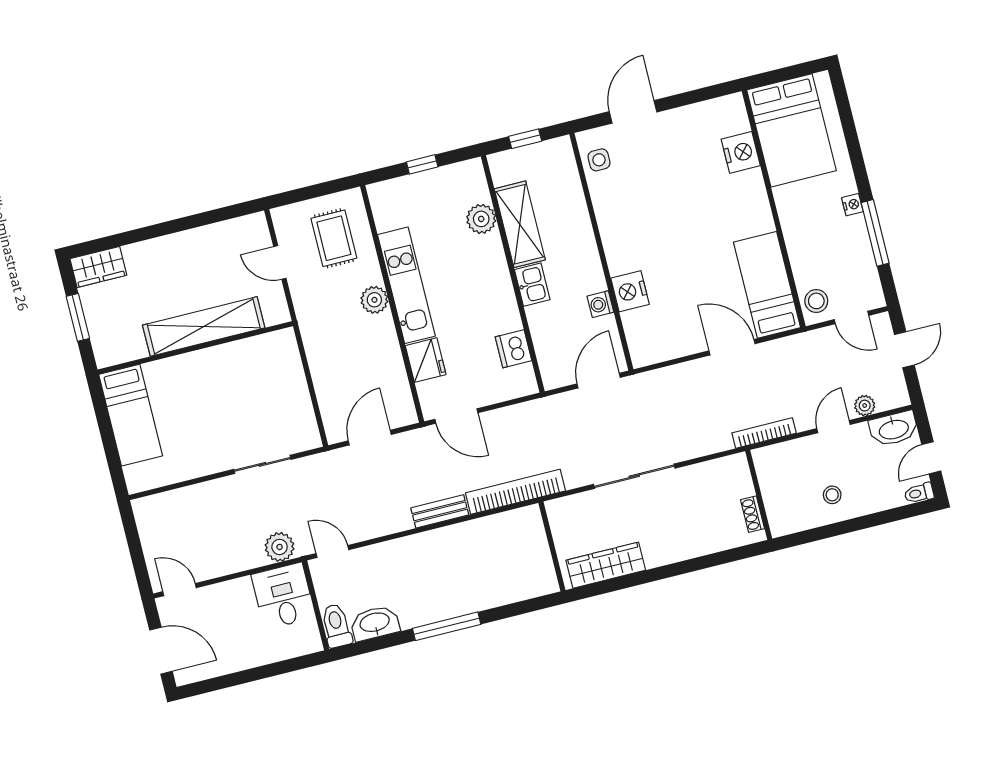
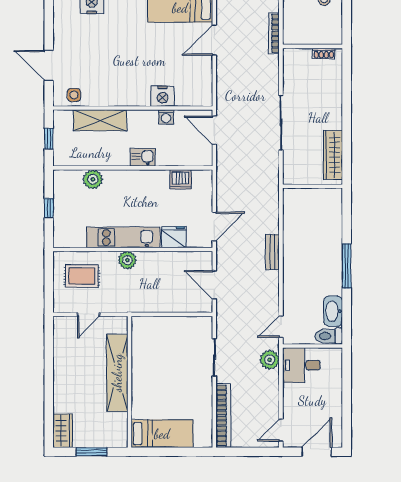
shelving: (520, 224) -> (100, 120), moved
bookcase: (515, 492) -> (223, 415), moved, turned 180

